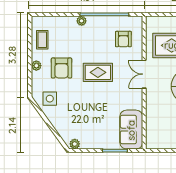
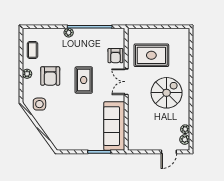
armchair: (123, 39) -> (115, 56), moved
rug: (98, 72) -> (84, 80), turned 90
sofa: (131, 130) -> (114, 126), width x1.36
plant: (75, 144) -> (62, 146), removed

